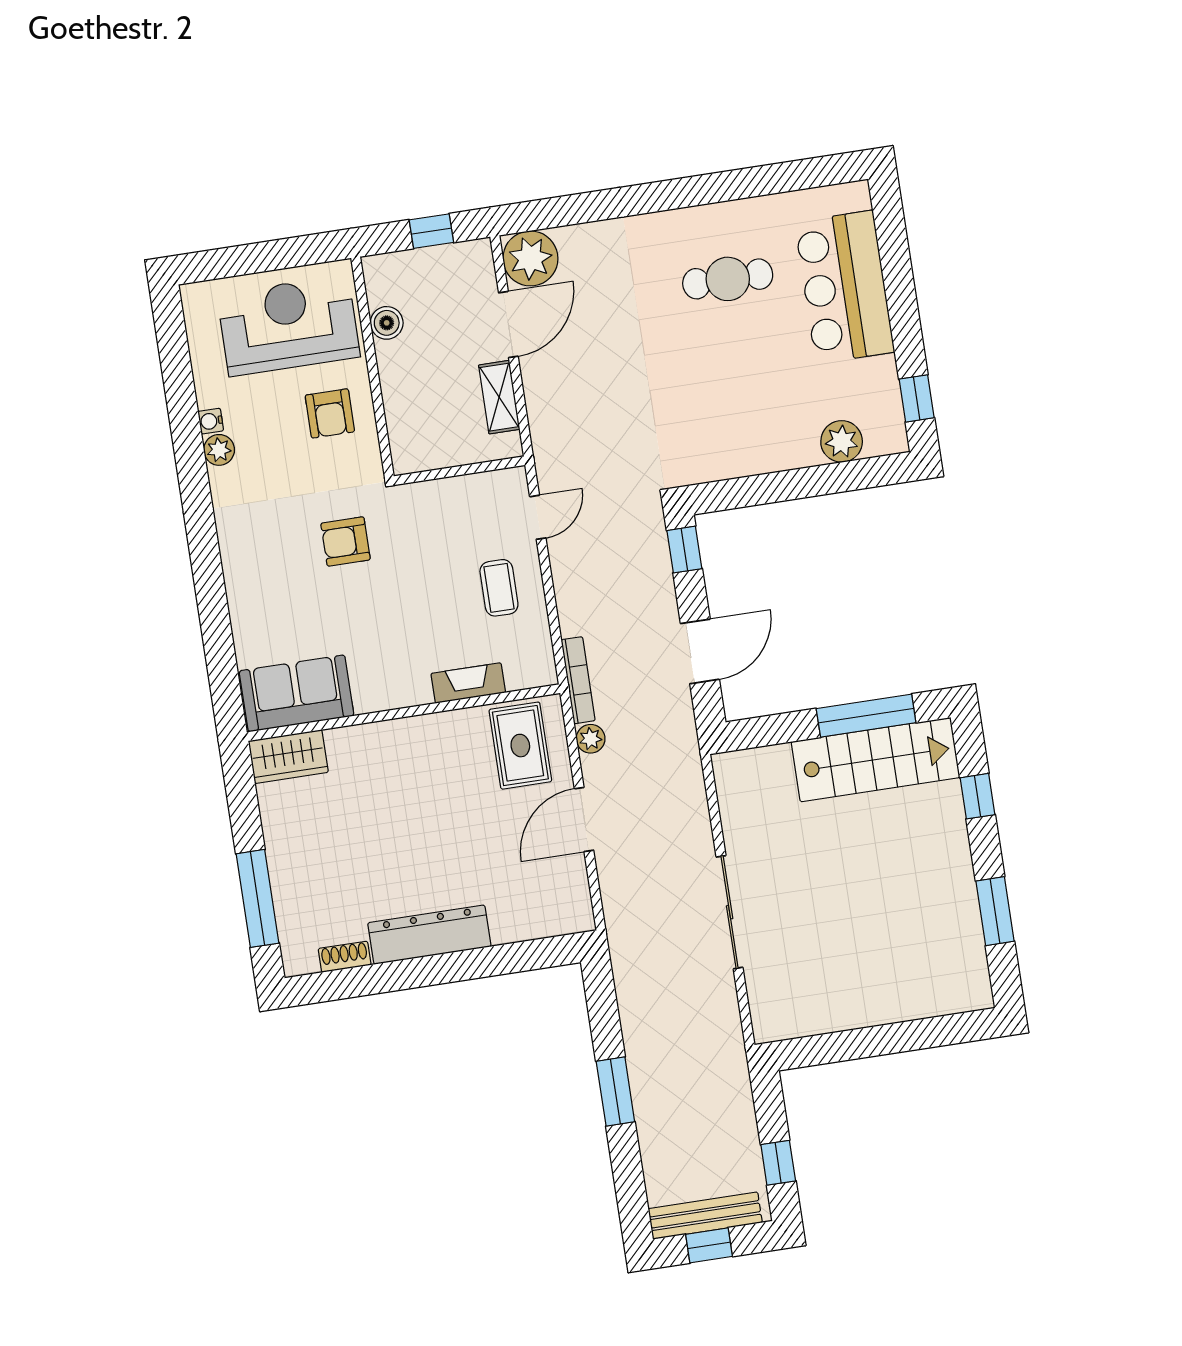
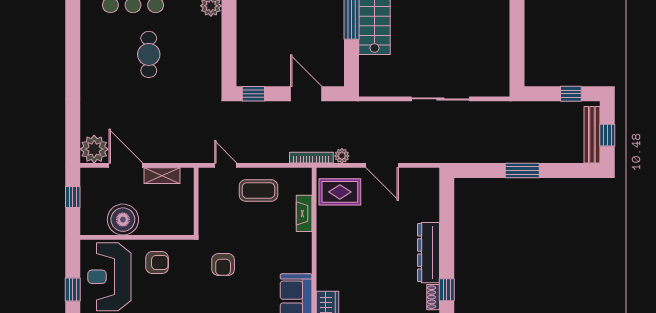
window: (253, 258) -> (73, 289), added
cafe table: (728, 279) -> (149, 54), moved
boiler: (387, 323) -> (123, 220), width x1.86, depth x1.86
coffee table: (499, 588) -> (258, 190), width x1.36, depth x1.30
window: (363, 981) -> (447, 290), added

